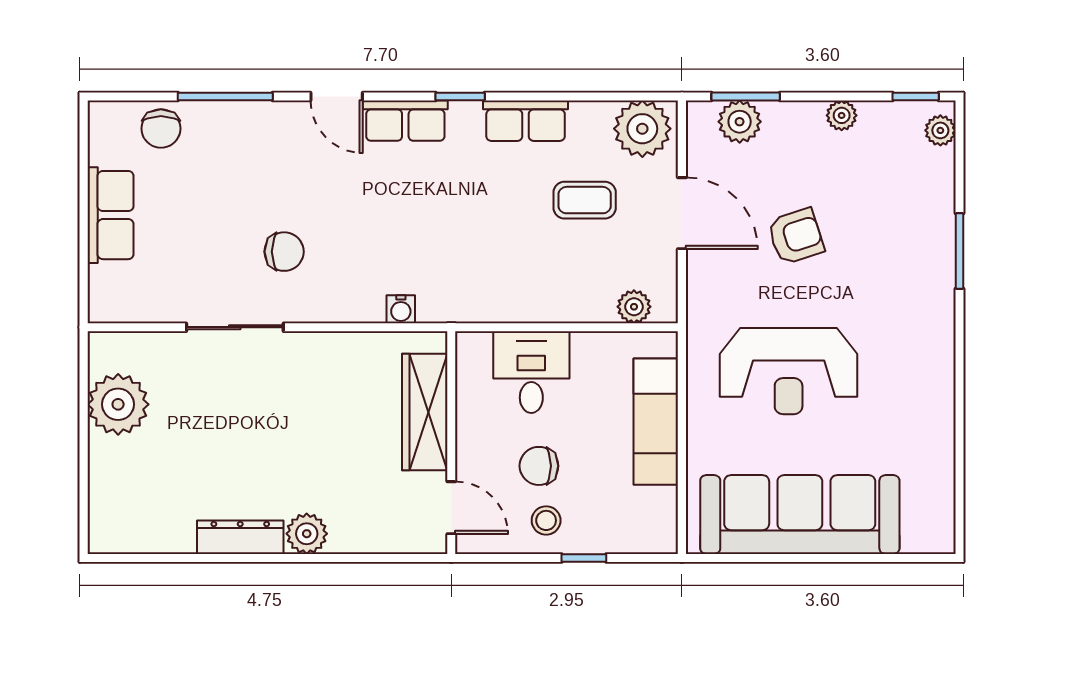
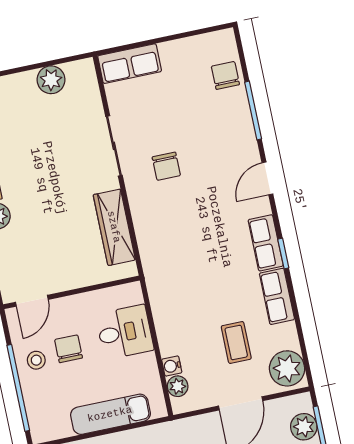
row of seats: (405, 121) -> (266, 243), moved
chair: (161, 129) -> (225, 75), turned 90
row of seats: (110, 215) -> (130, 64), moved
water cooler: (401, 309) -> (172, 366), moved
plant: (118, 404) -> (51, 80), width x0.73, depth x0.73
wardrobe: (425, 412) -> (114, 227), moved, turned -90
window: (584, 558) -> (18, 388), width x3.17

